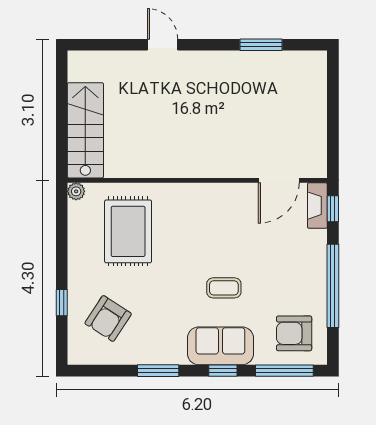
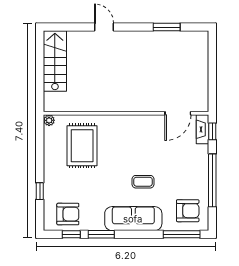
stairs: (85, 130) -> (55, 61), moved
armchair: (108, 318) -> (68, 214), moved, turned -123
armchair: (294, 333) -> (188, 211), turned 180
sofa: (220, 346) -> (133, 219), width x1.36
window: (223, 371) -> (71, 234), moved

